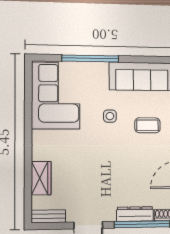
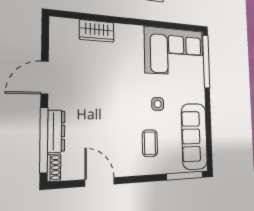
window: (90, 58) -> (206, 61), moved
bench: (48, 216) -> (56, 35), removed

